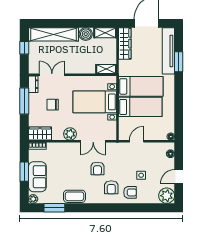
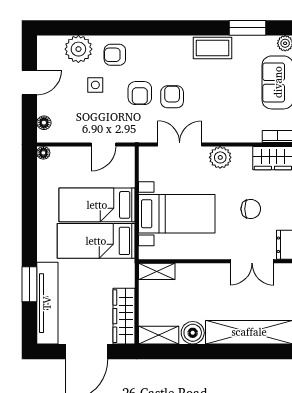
armchair: (111, 187) -> (140, 93), moved, turned 180
plant: (167, 196) -> (78, 49), moved

